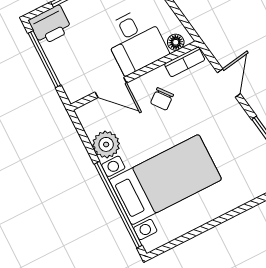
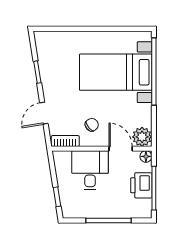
printer: (50, 25) -> (141, 185), moved, turned -90
floor lamp: (176, 42) -> (146, 156), moved
plant: (106, 144) -> (142, 137), moved

